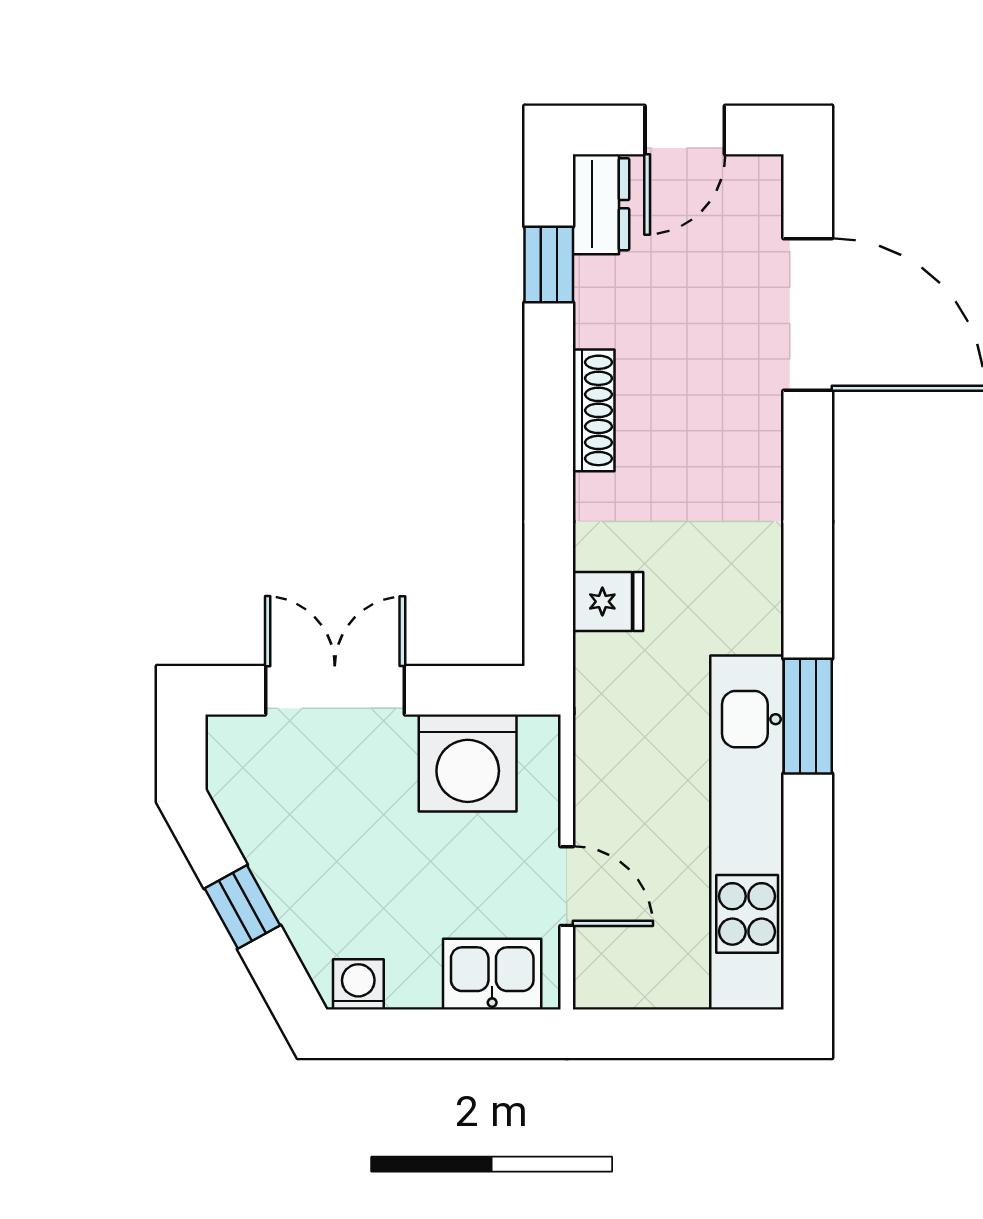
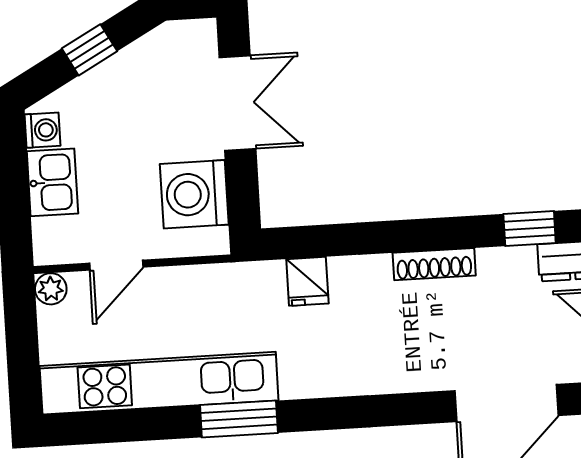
kitchen sink: (492, 974) -> (52, 182), moved
plant: (596, 986) -> (51, 289), added

